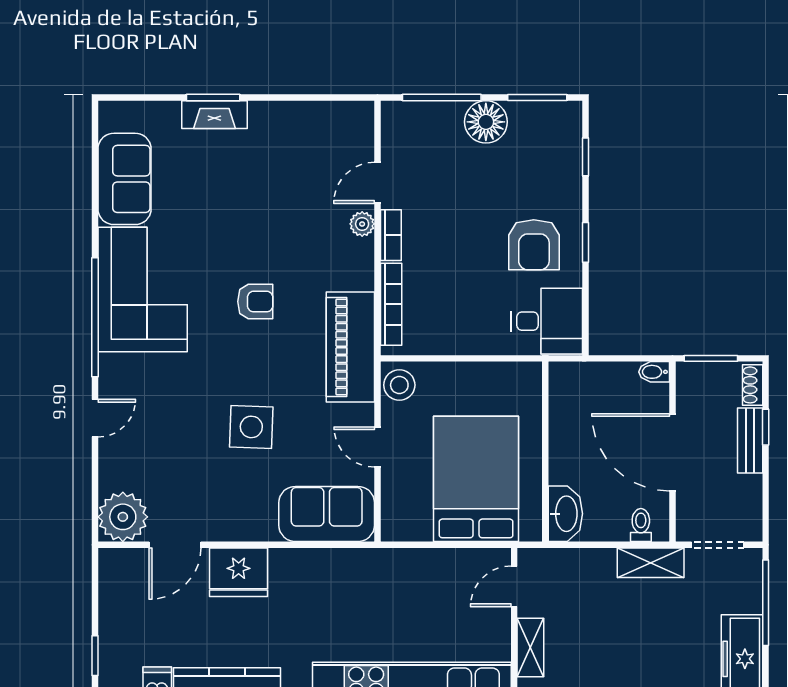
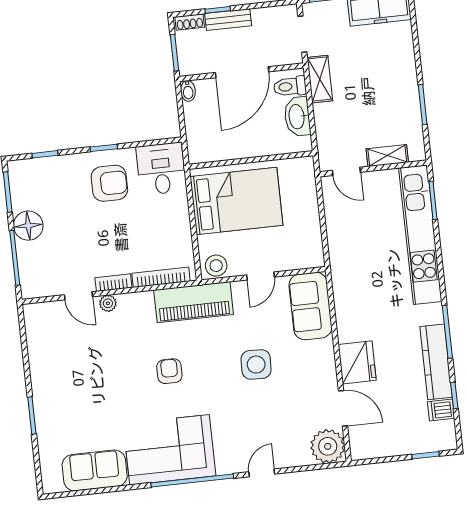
fireplace: (214, 115) -> (44, 413), removed
door: (95, 418) -> (262, 473), hinge flipped
bed: (476, 479) -> (236, 201), moved, turned 180
washbasin: (565, 514) -> (297, 117), moved, turned -90
toilet: (641, 525) -> (290, 86), width x1.37, depth x1.39

